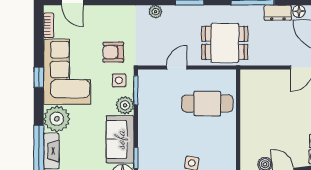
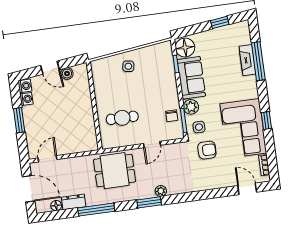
plant: (156, 12) -> (161, 191), moved
chair: (149, 98) -> (172, 116), added
cafe table: (207, 103) -> (122, 118), width x0.73, depth x0.74
plant: (57, 119) -> (247, 88), removed

